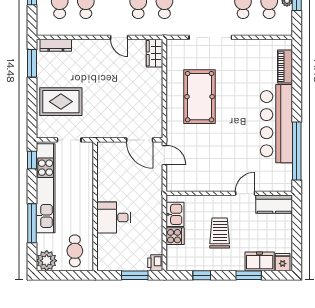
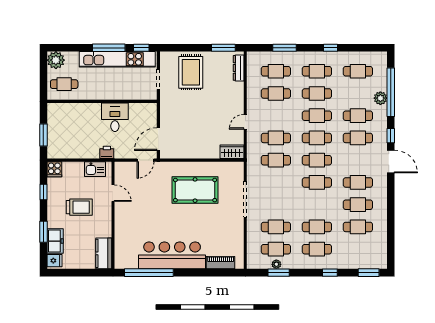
door: (245, 193) -> (113, 193), moved
desk: (114, 218) -> (115, 117), moved
window: (32, 223) -> (109, 48), moved
cooker: (175, 236) -> (54, 169), moved
printer: (155, 263) -> (107, 152), moved

